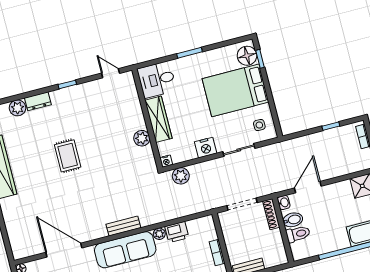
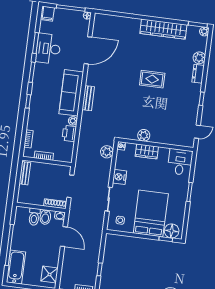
wardrobe: (158, 119) -> (147, 151), width x0.67

